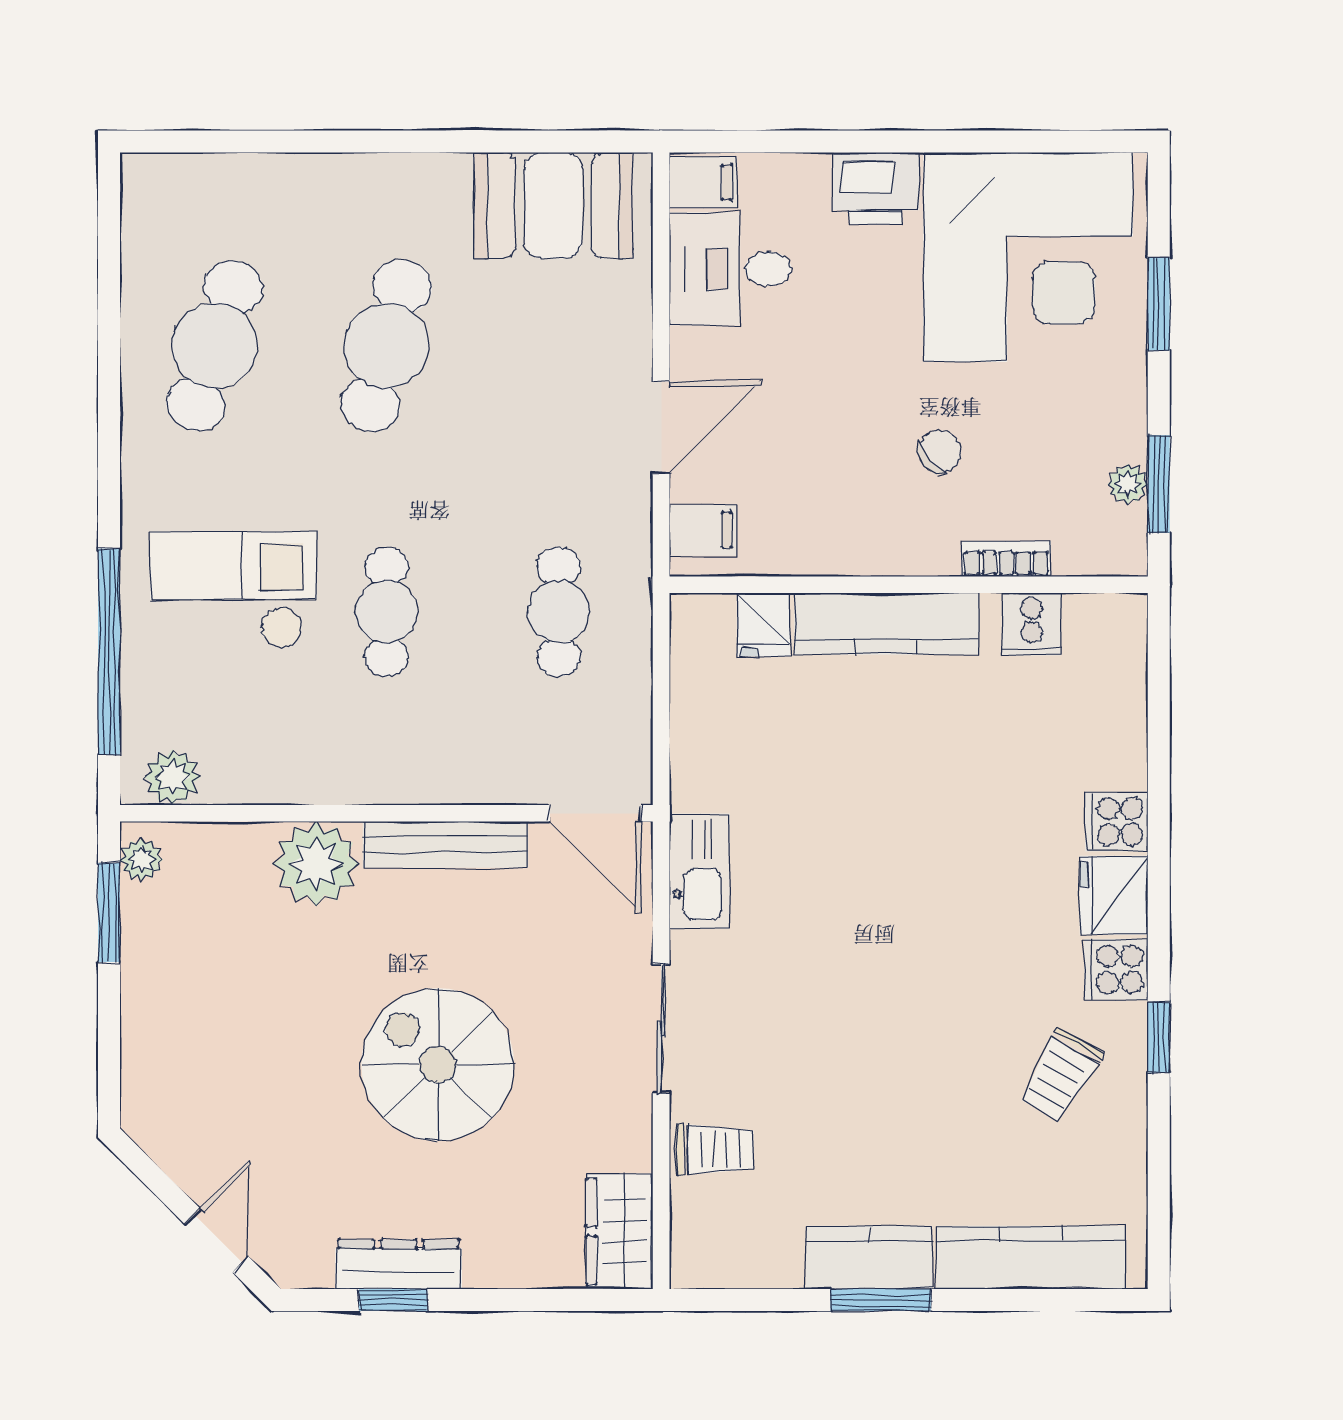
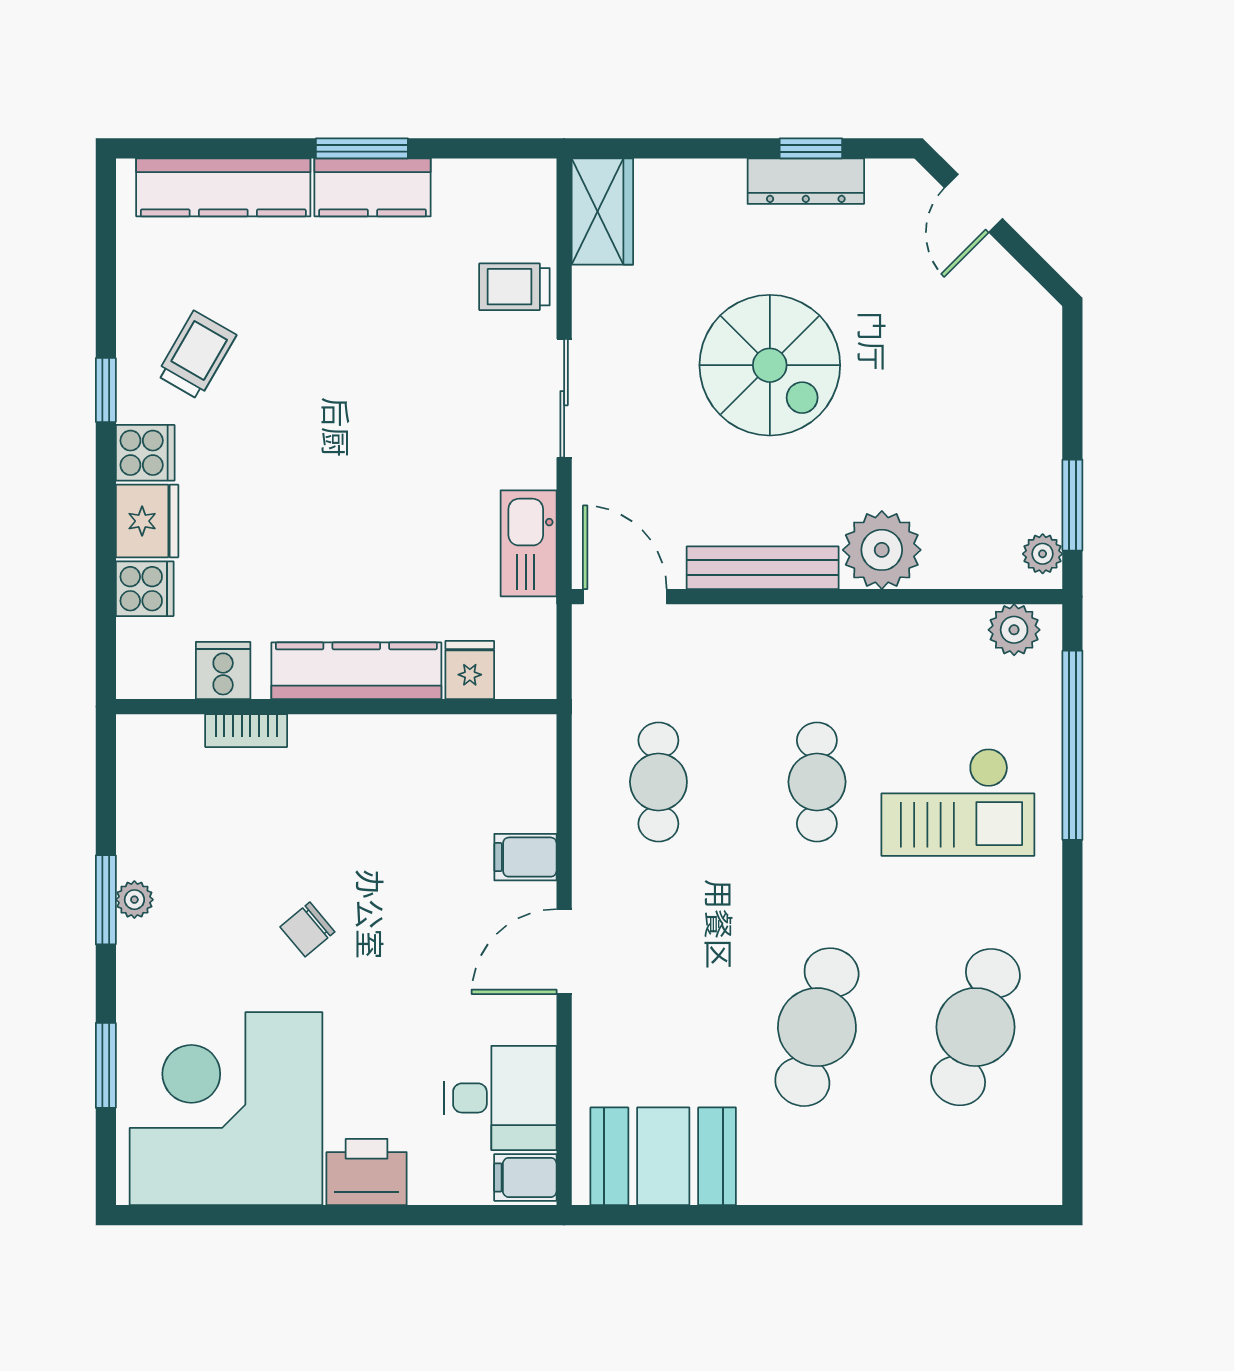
bookcase: (1006, 559) -> (246, 731), moved
wall: (909, 585) -> (336, 707), moved
kitchen counter: (887, 624) -> (356, 671), moved
cooker: (1031, 624) -> (223, 670), moved
fridge: (763, 625) -> (470, 670), moved

